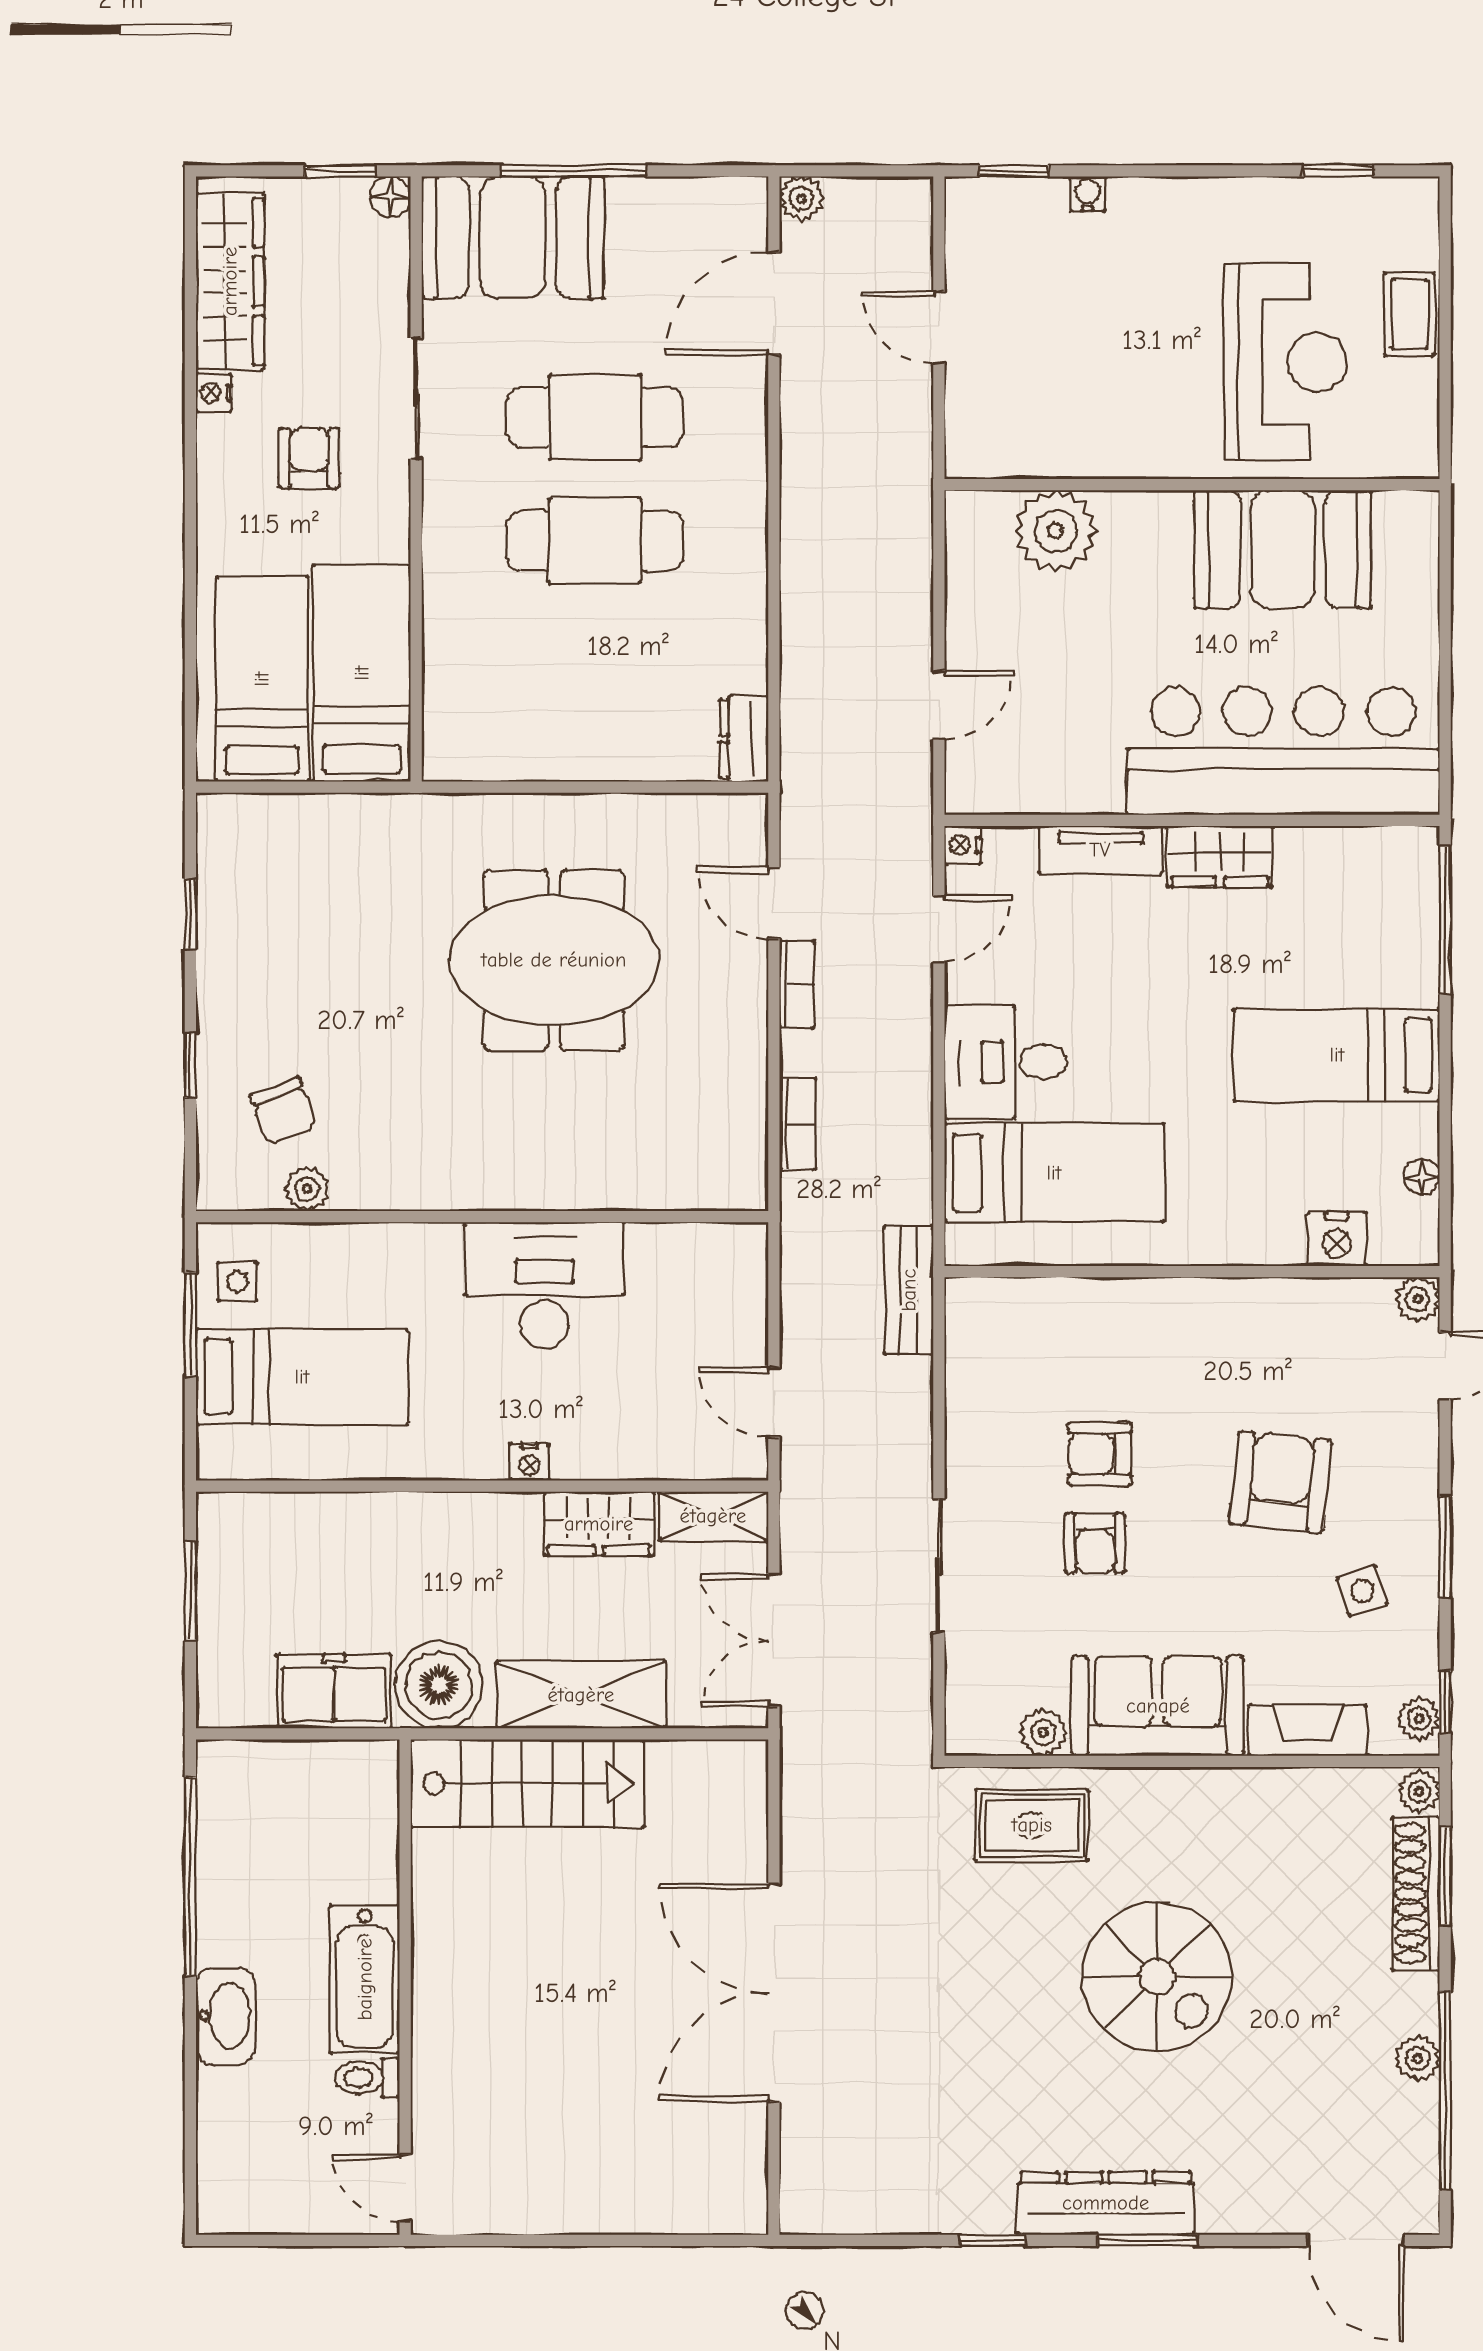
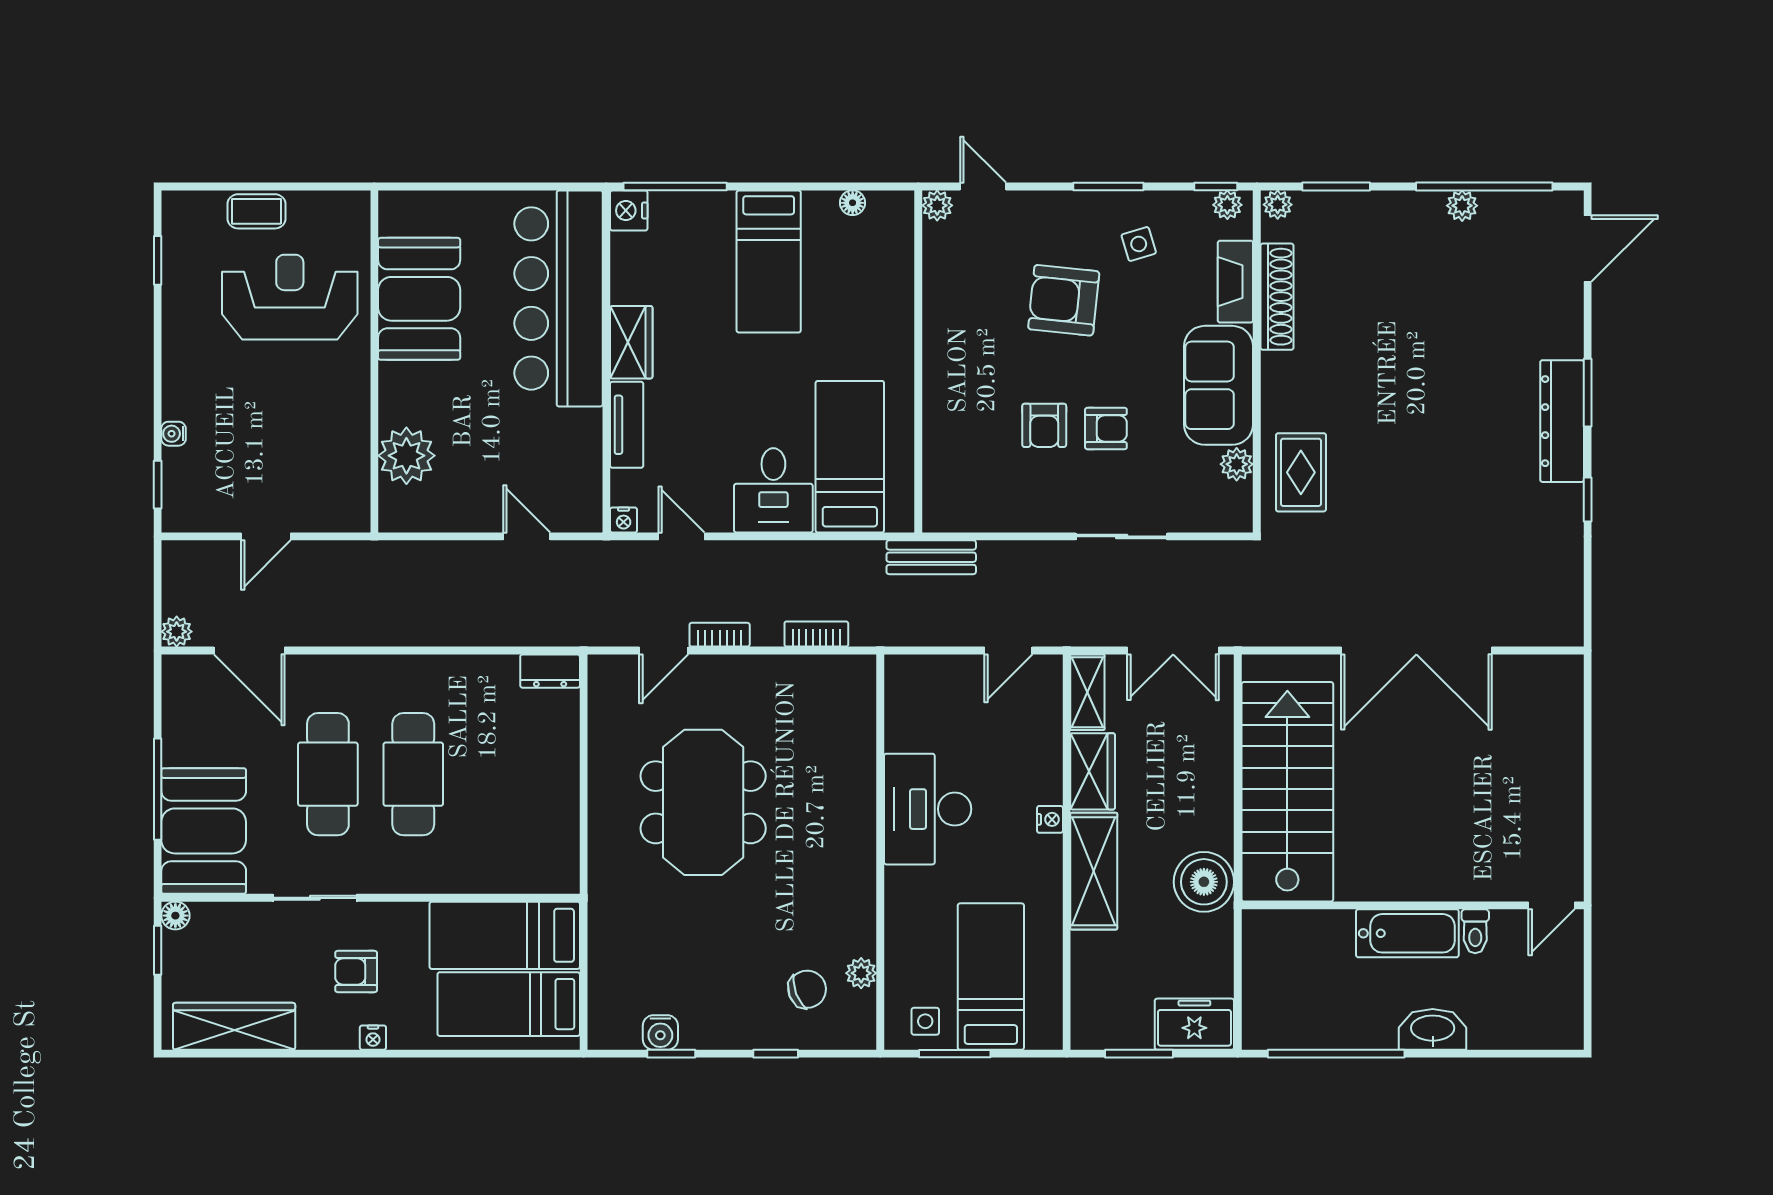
nightstand: (214, 393) -> (373, 1038), moved
water cooler: (221, 898) -> (660, 1032), added
nightstand: (1337, 1239) -> (629, 211), moved, turned 180
freezer: (334, 1691) -> (1194, 1024), moved, turned 90
shelving: (581, 1695) -> (1094, 871), moved
stairs: (527, 1783) -> (1287, 792), width x1.36, depth x1.51
shoe rack: (1416, 1894) -> (1277, 297), moved, turned -90
spiral stairs: (1157, 1977) -> (1405, 386), removed

